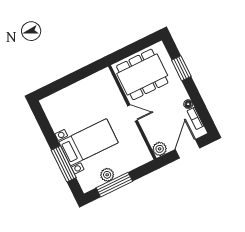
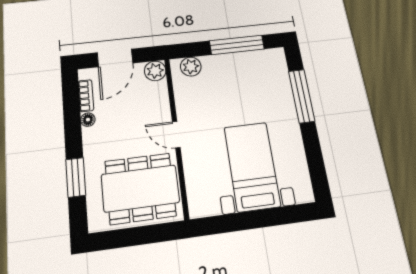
bed with nightstands: (88, 142) -> (252, 166), moved, turned 90
plant: (107, 175) -> (191, 67), moved

